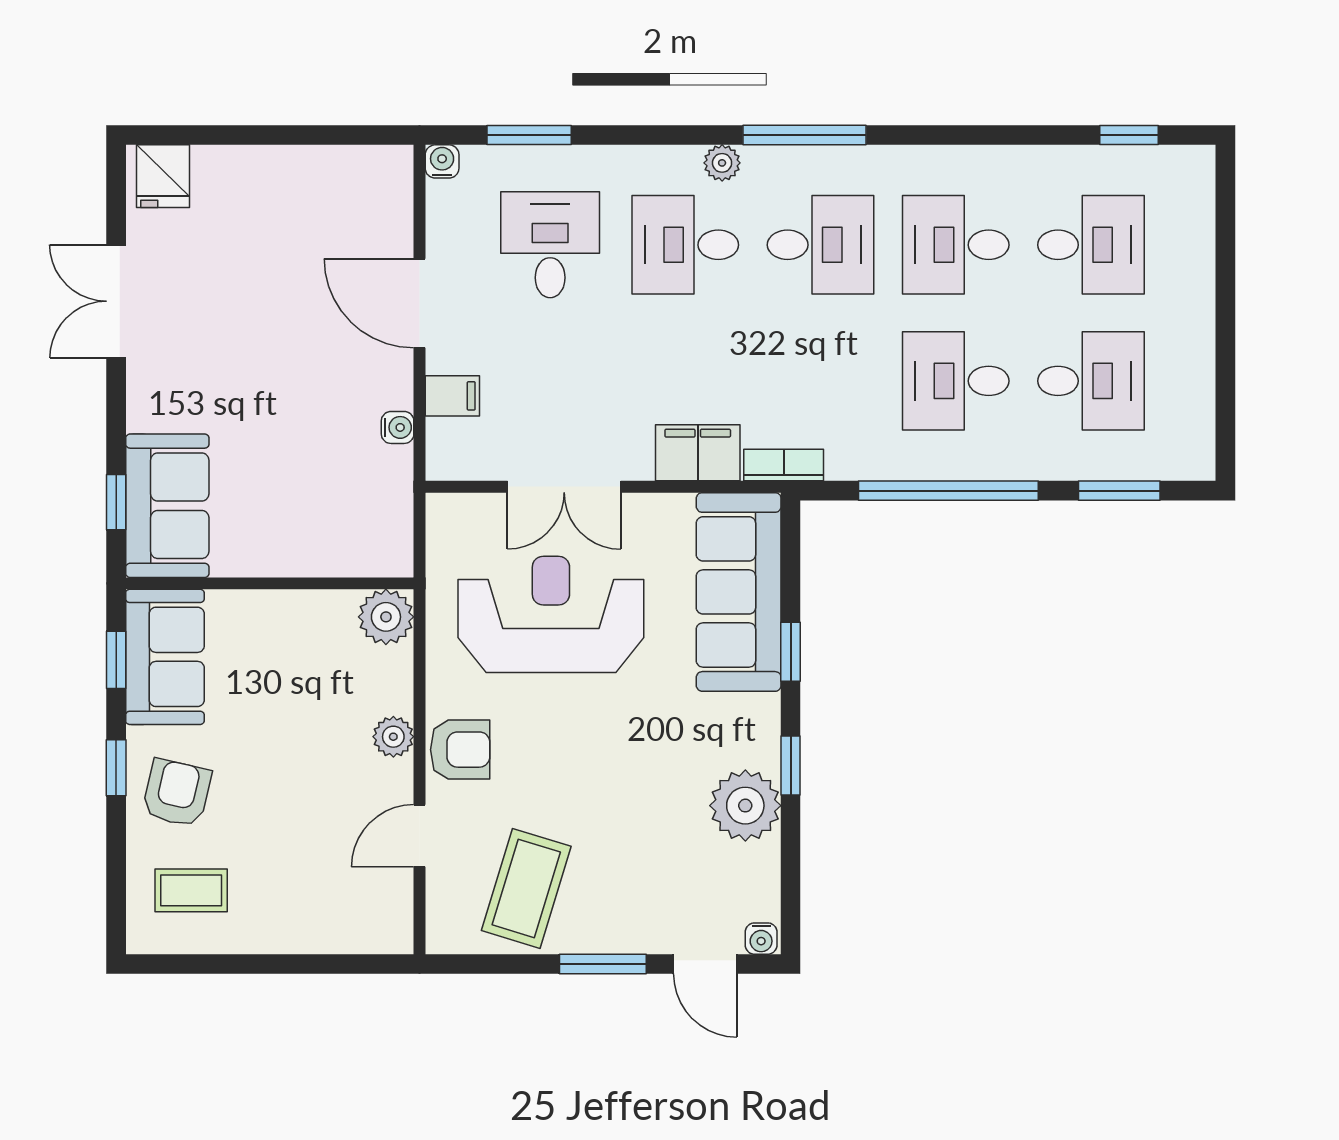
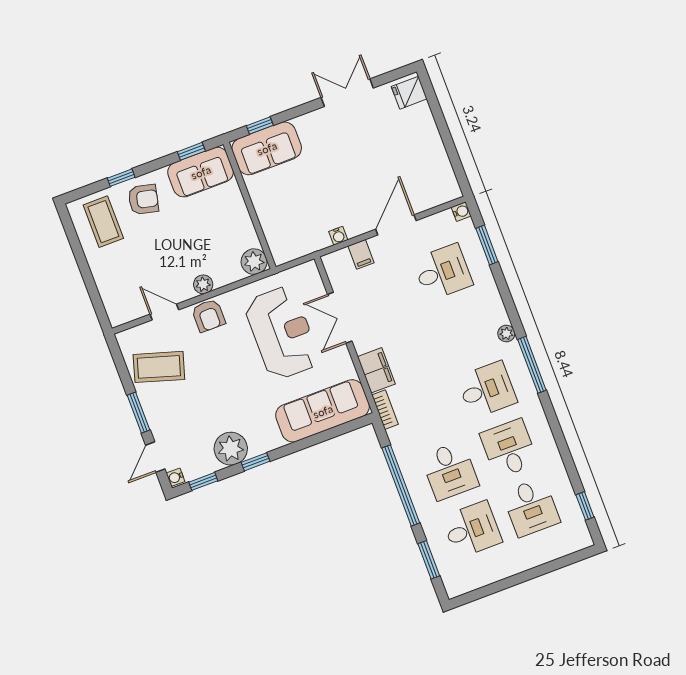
desk: (685, 245) -> (465, 331), removed
desk: (821, 245) -> (487, 390), turned -90
desk: (956, 381) -> (450, 471), turned 180
desk: (1091, 381) -> (472, 529), turned -90
window: (791, 652) -> (203, 481), moved
window: (116, 768) -> (121, 178), moved
coffee table: (191, 890) -> (103, 222), width x1.36, depth x1.30

